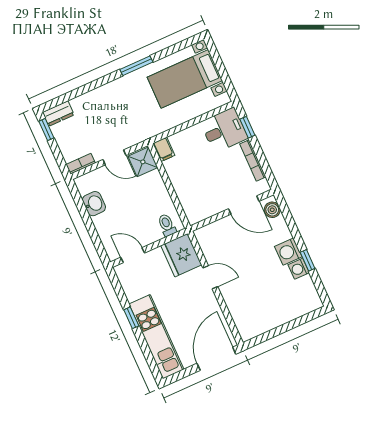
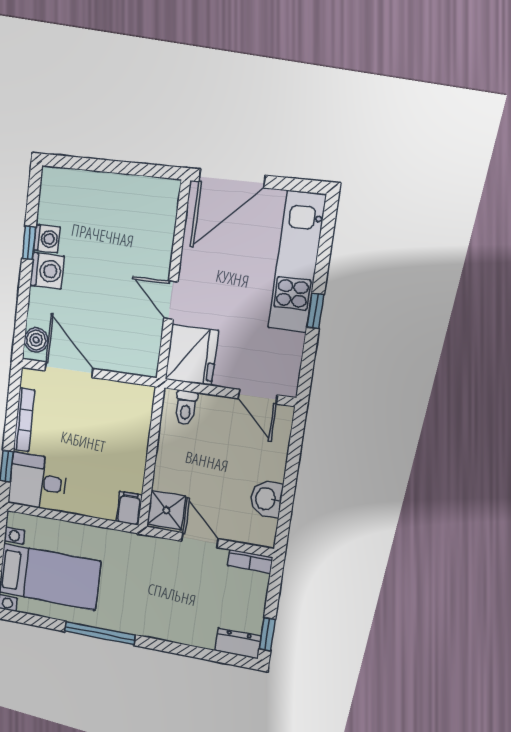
window: (136, 66) -> (100, 633), width x1.44

